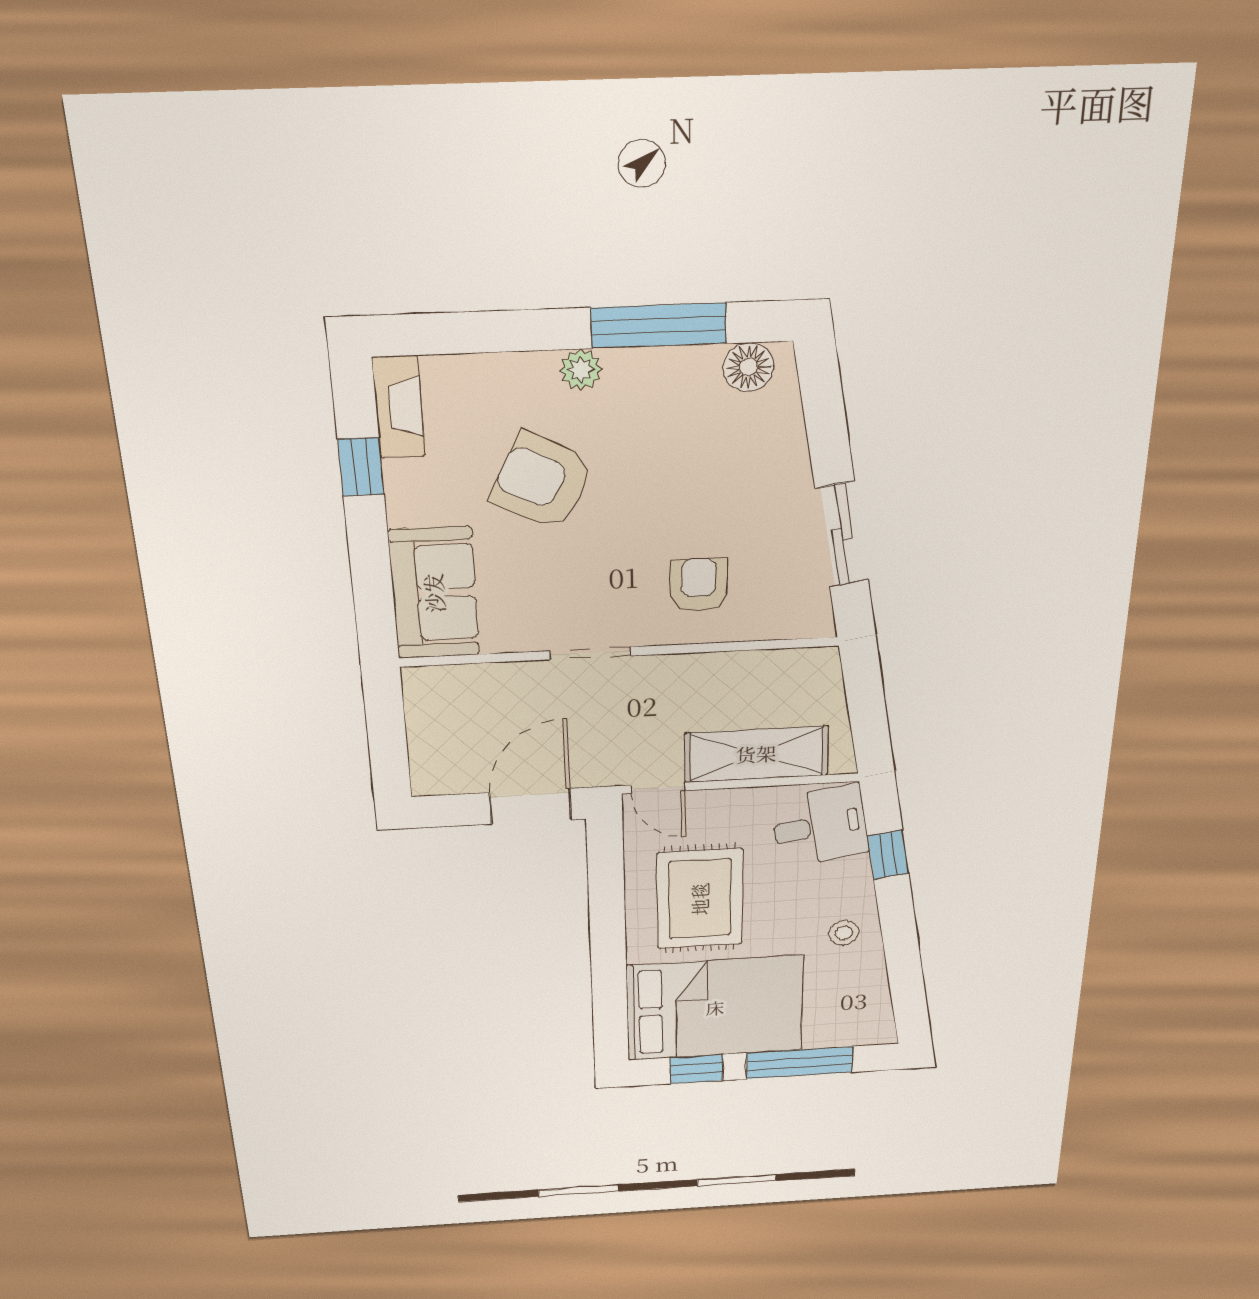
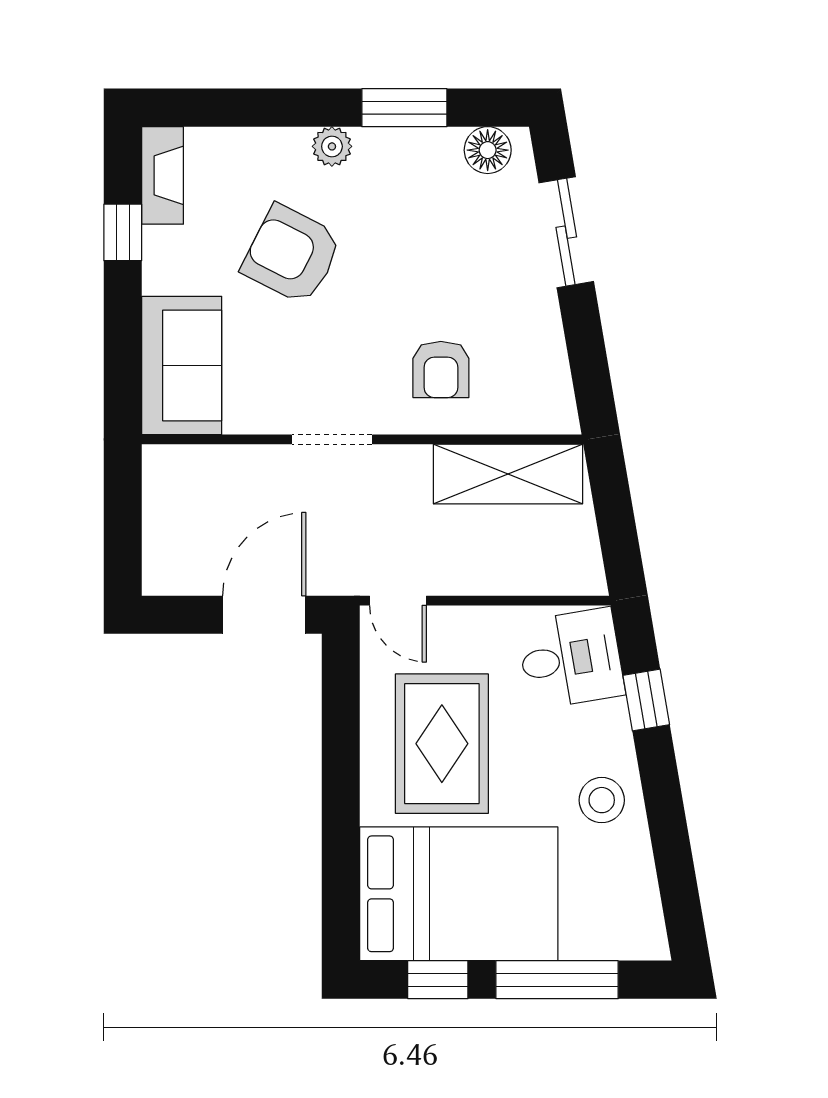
window: (659, 326) -> (404, 108), width x0.69
sliding door: (842, 535) -> (566, 232), moved
armchair: (699, 585) -> (441, 369), turned 180
shelving: (756, 754) -> (508, 474), moved
stool: (844, 933) -> (602, 800), width x1.37, depth x1.37

